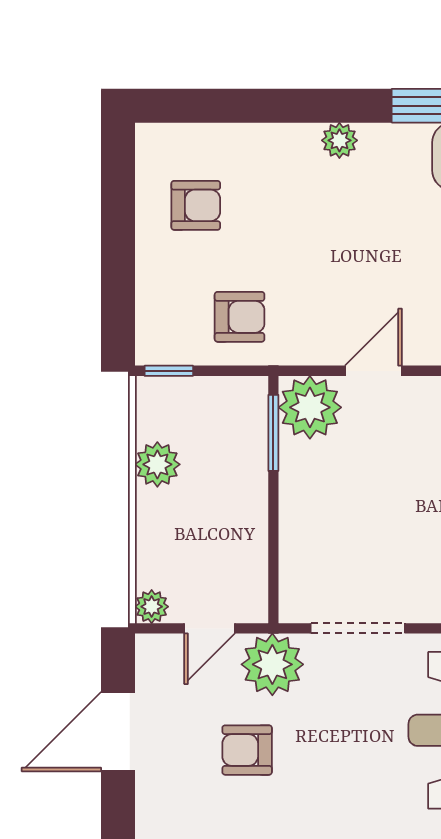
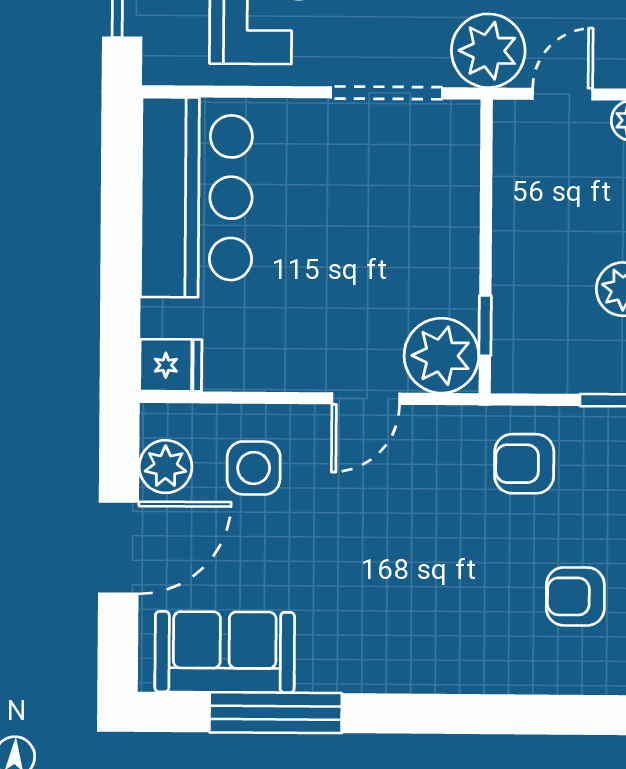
plant: (339, 140) -> (404, 672), removed
window: (273, 433) -> (485, 326), width x0.67

